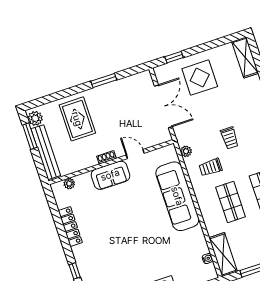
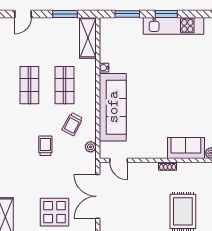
door: (135, 154) -> (119, 160), moved
trolley: (211, 167) -> (72, 124), turned 118
sofa: (110, 175) -> (186, 148), moved
water cooler: (207, 259) -> (104, 68), moved

